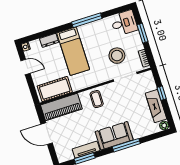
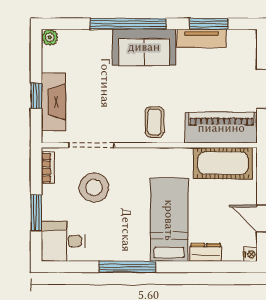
fireplace: (156, 106) -> (53, 102), moved
window: (126, 145) -> (128, 24), width x1.46

